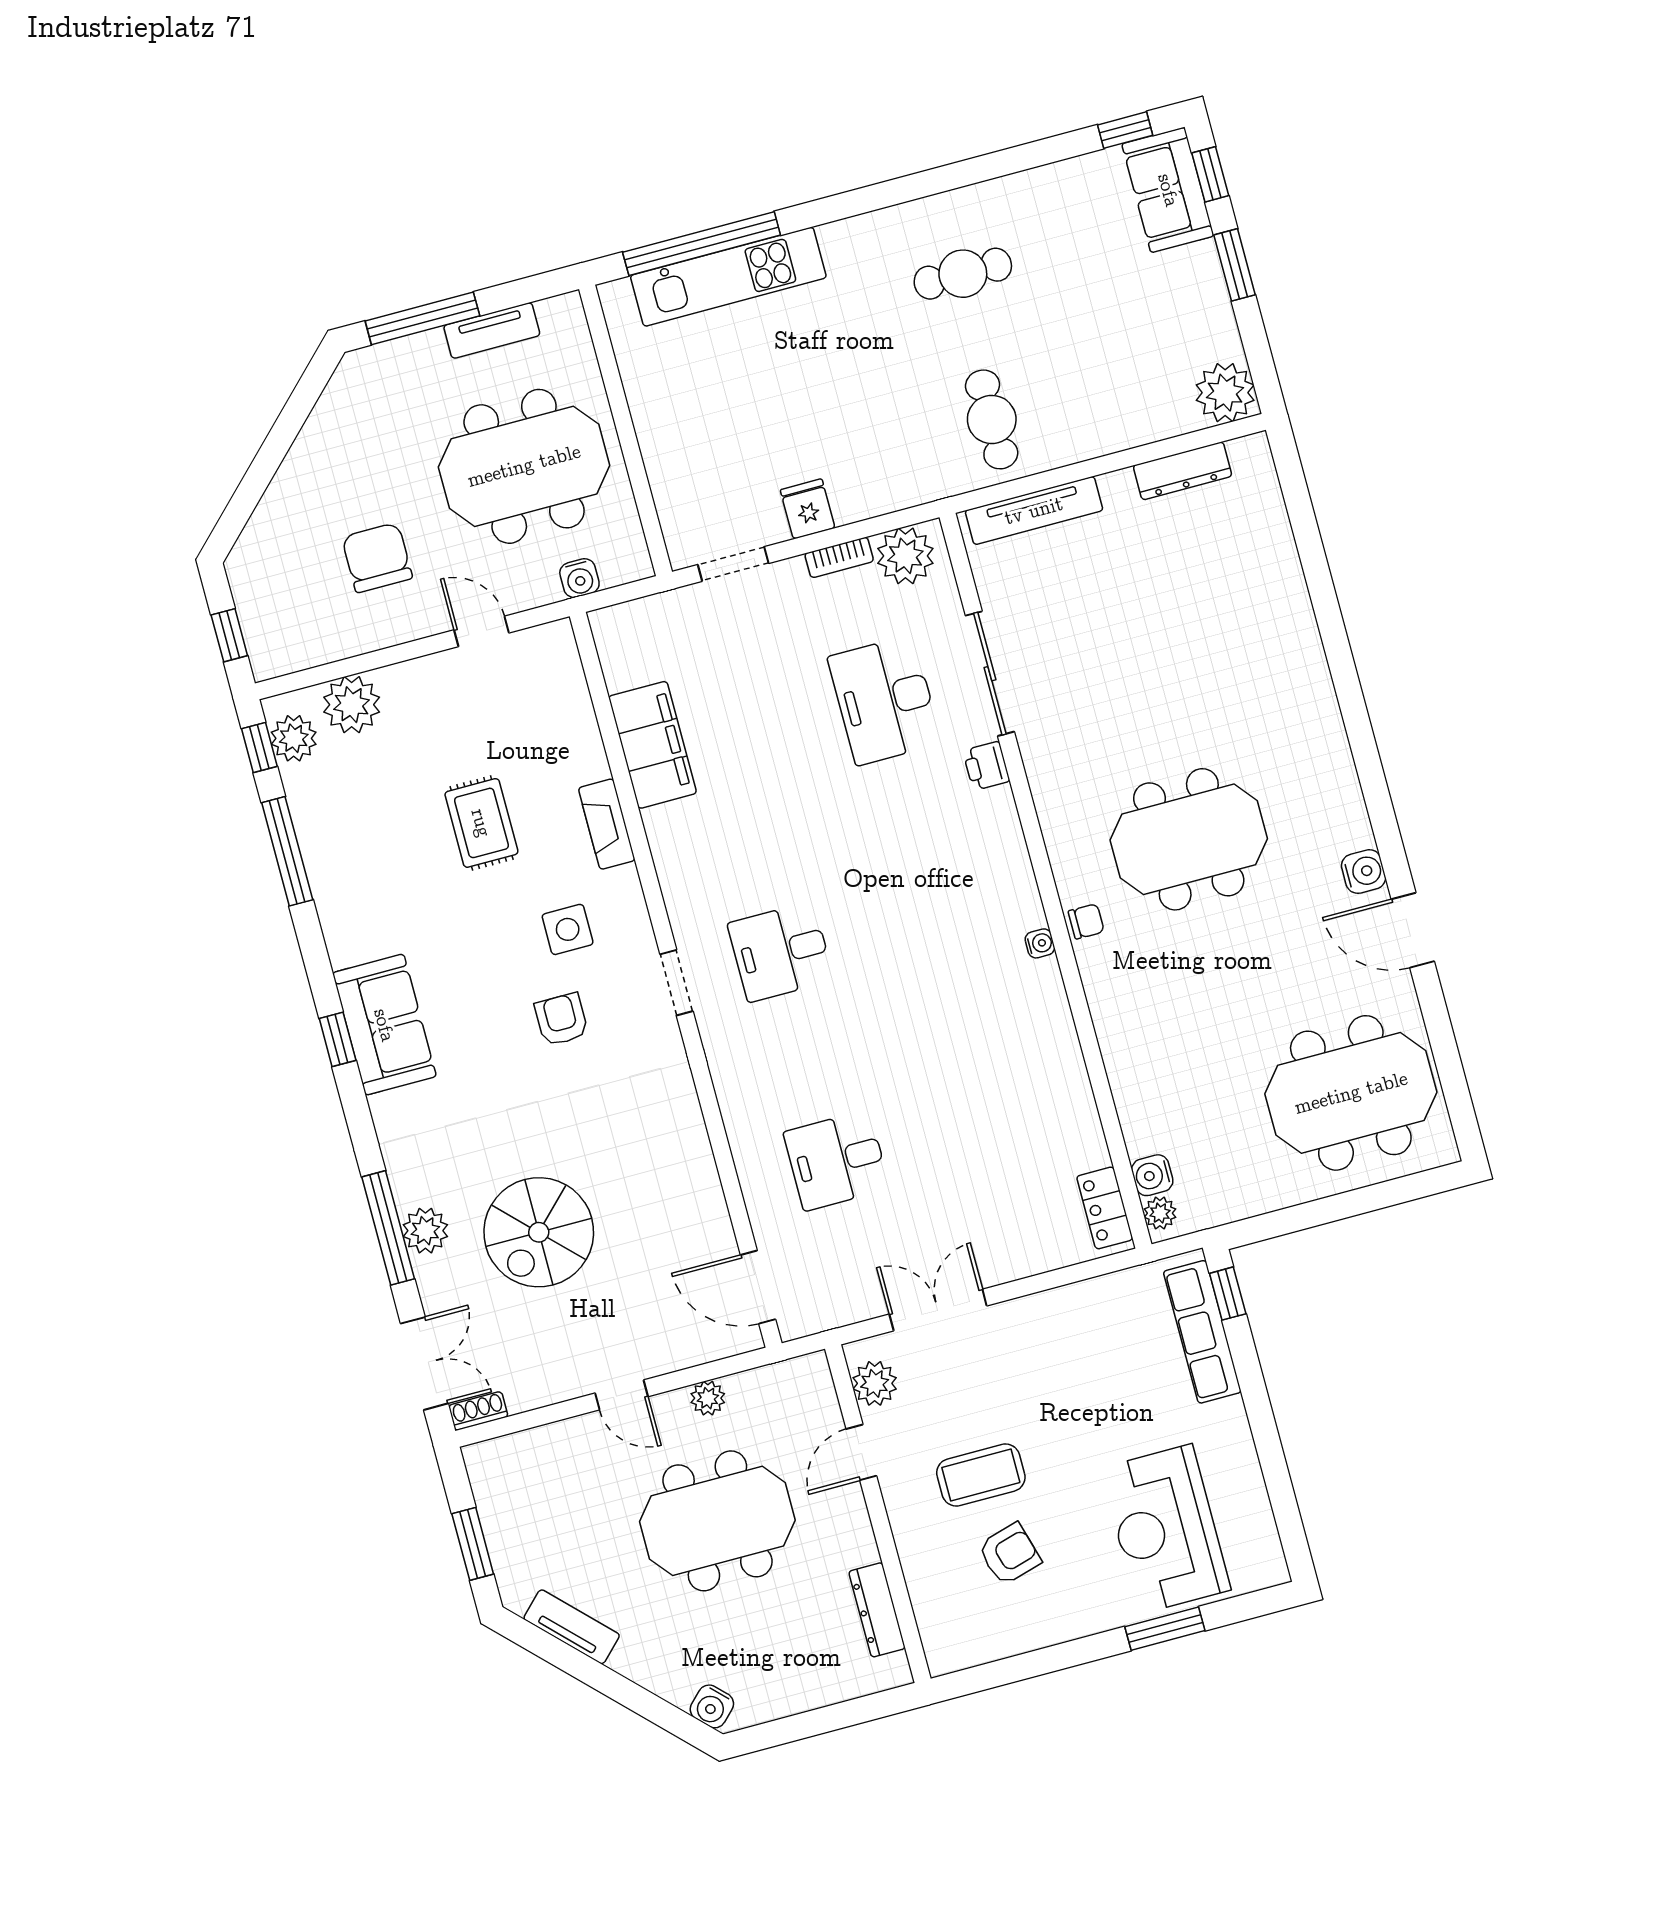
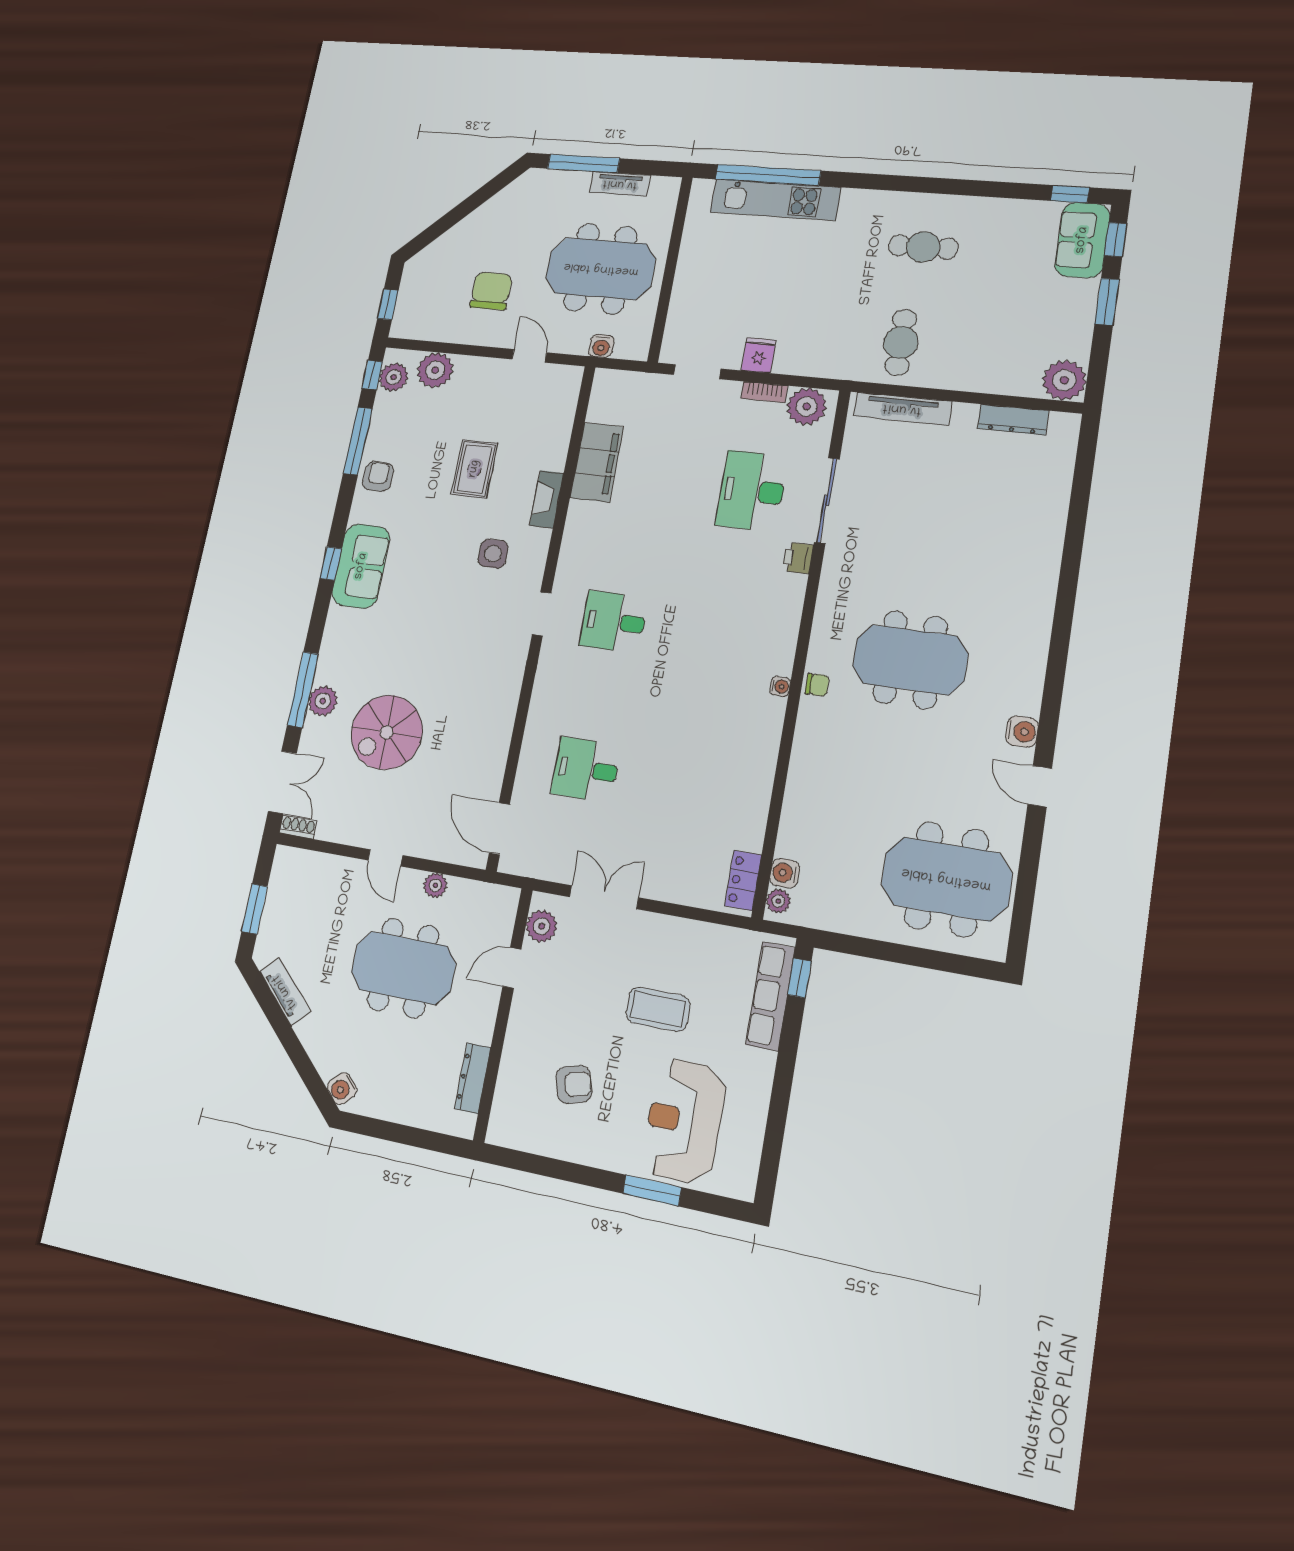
door: (1413, 930) -> (1040, 786), width x0.73
armchair: (561, 1020) -> (378, 476), moved
coffee table: (981, 1475) -> (658, 1009), moved

